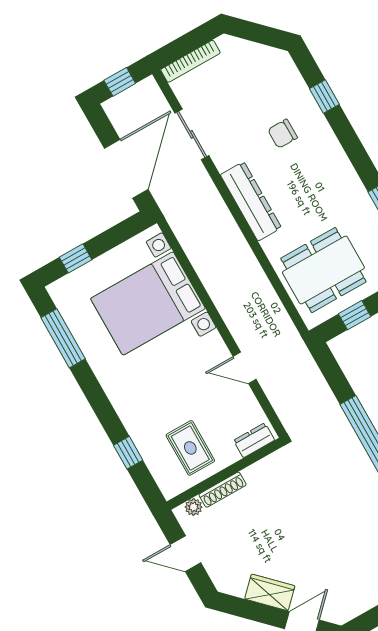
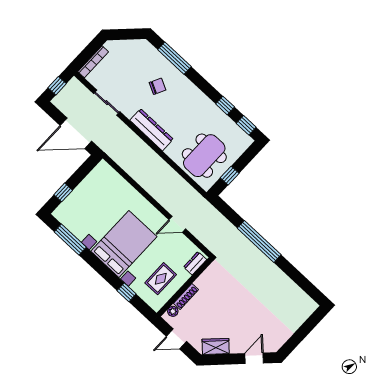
window: (324, 97) -> (174, 58), width x2.17
chair: (283, 134) -> (158, 86), turned -153
door: (126, 169) -> (76, 133), swing flipped
bed with nightstands: (148, 303) -> (124, 244), moved, turned 180
rug: (190, 448) -> (161, 279), turned 90
wardrobe: (270, 592) -> (216, 346), moved

